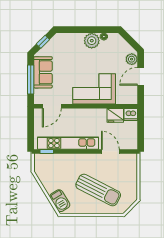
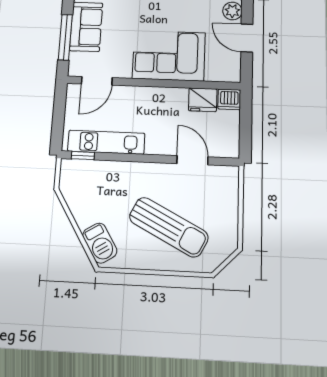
door: (141, 76) -> (247, 38), hinge flipped
kitchen unit: (68, 143) -> (106, 142), width x0.73

